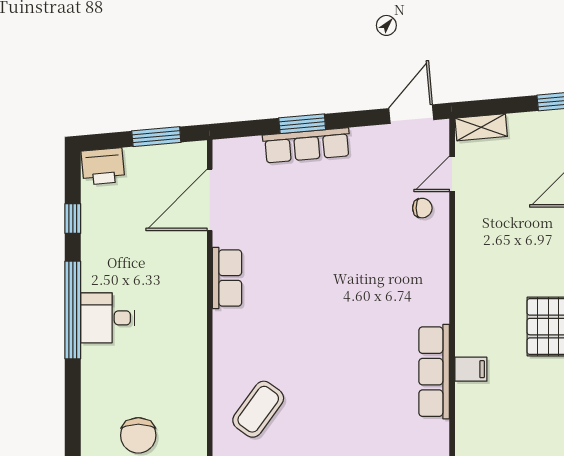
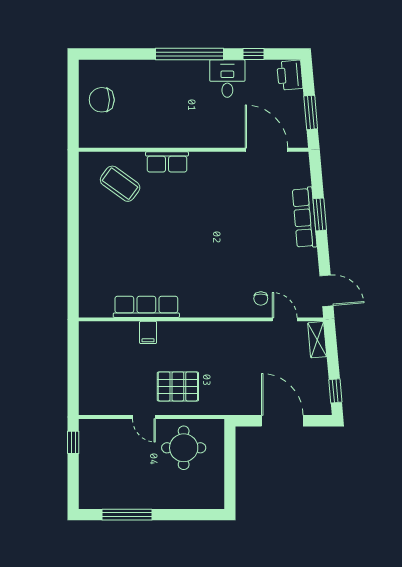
row of seats: (227, 278) -> (167, 162), moved
desk: (108, 318) -> (227, 78), moved

